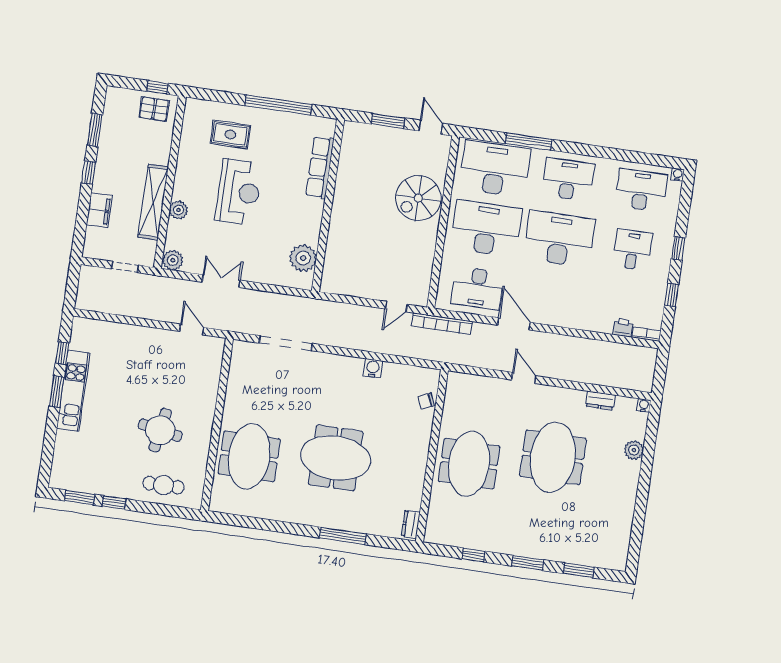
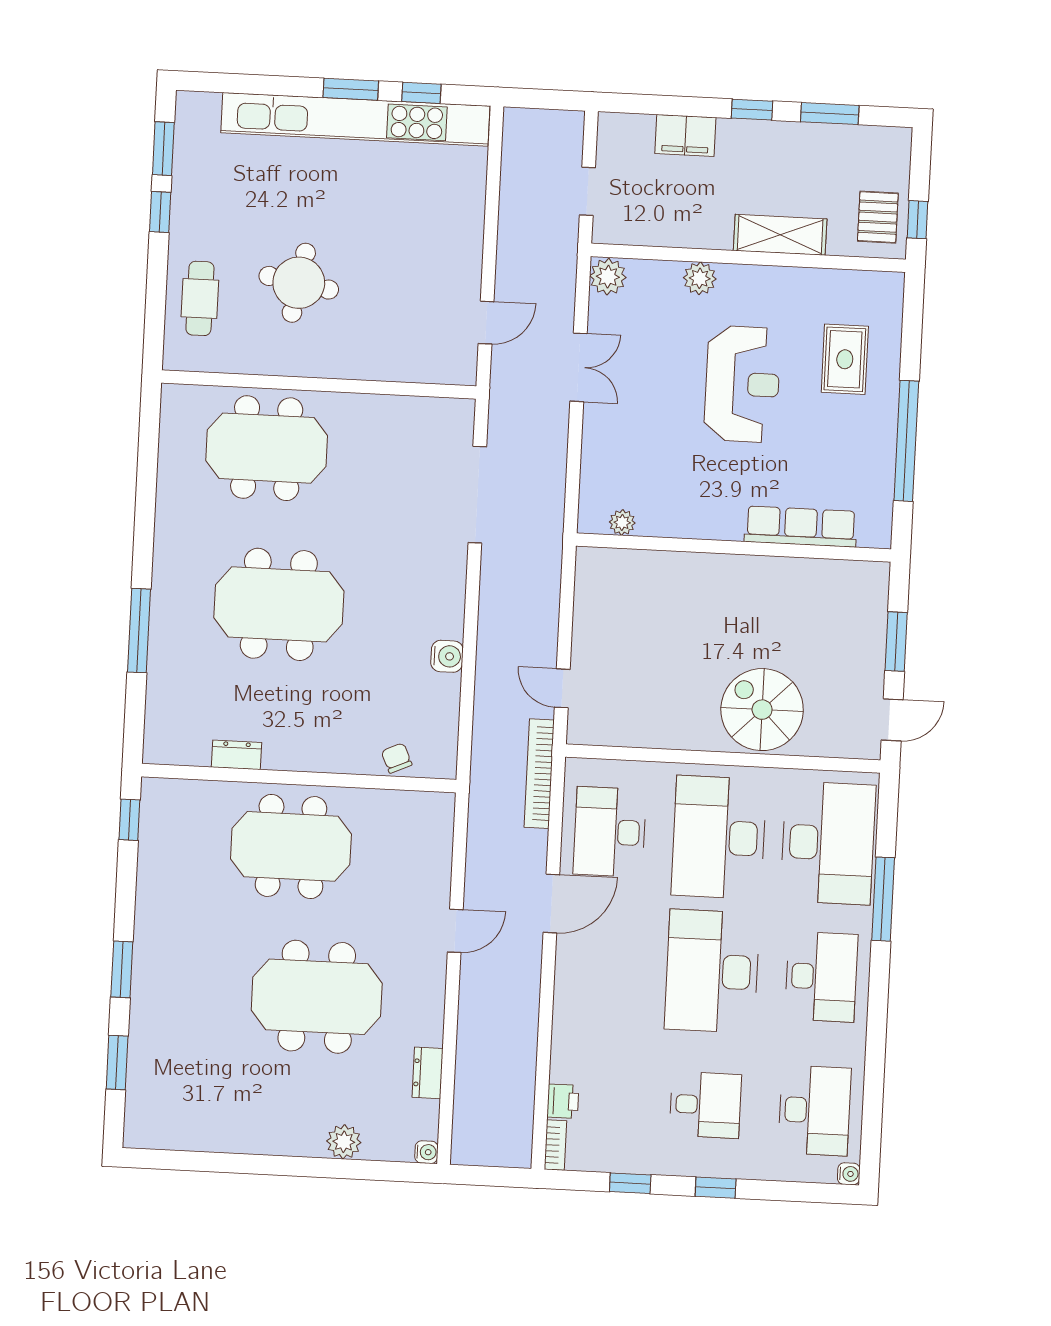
reception desk: (239, 192) -> (742, 384), turned -90
shelving: (153, 202) -> (780, 235), moved, width x0.68
desk: (486, 228) -> (719, 837), turned 180
desk: (559, 239) -> (712, 971), turned 180
plant: (303, 258) -> (622, 522), width x0.53, depth x0.53
kitchen unit: (73, 391) -> (355, 119), width x1.86
meeting table: (336, 458) -> (279, 604), turned 90
dresser: (411, 524) -> (236, 755), moved
window: (474, 555) -> (129, 820), moved

